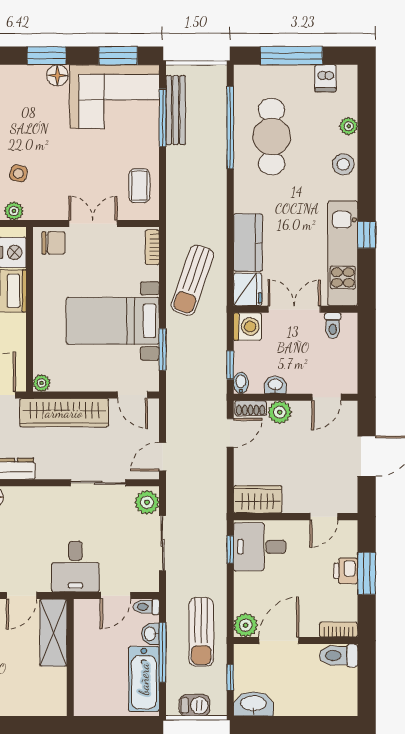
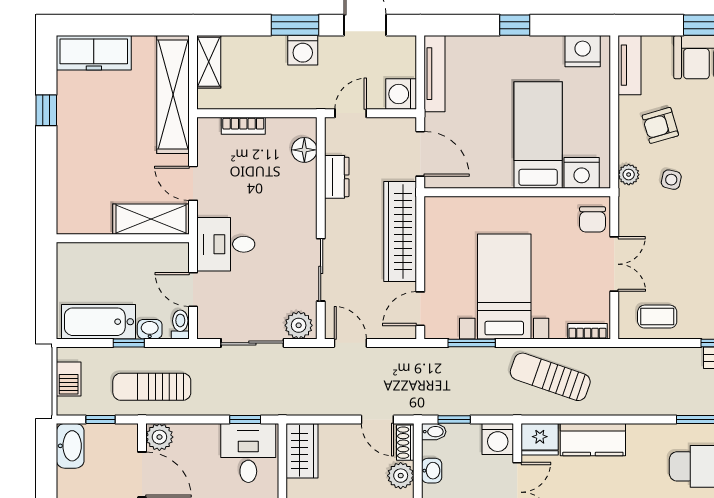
plant: (42, 383) -> (434, 206), removed
window: (163, 652) -> (129, 343), width x0.46

